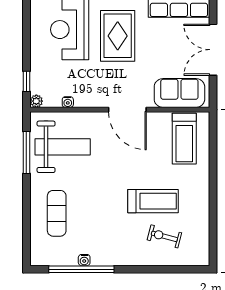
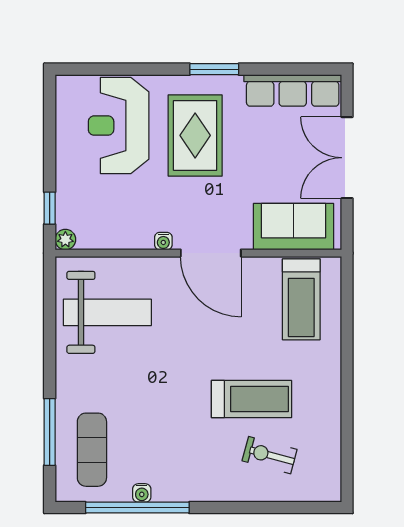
water cooler: (68, 102) -> (163, 241), moved
window: (26, 152) -> (50, 432), moved
exercise mat: (57, 213) -> (92, 450), moved

